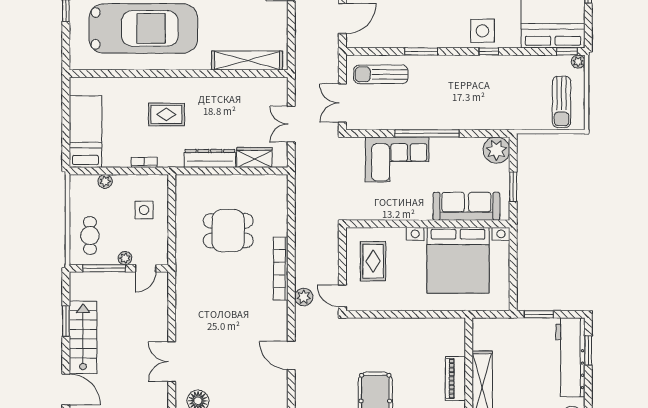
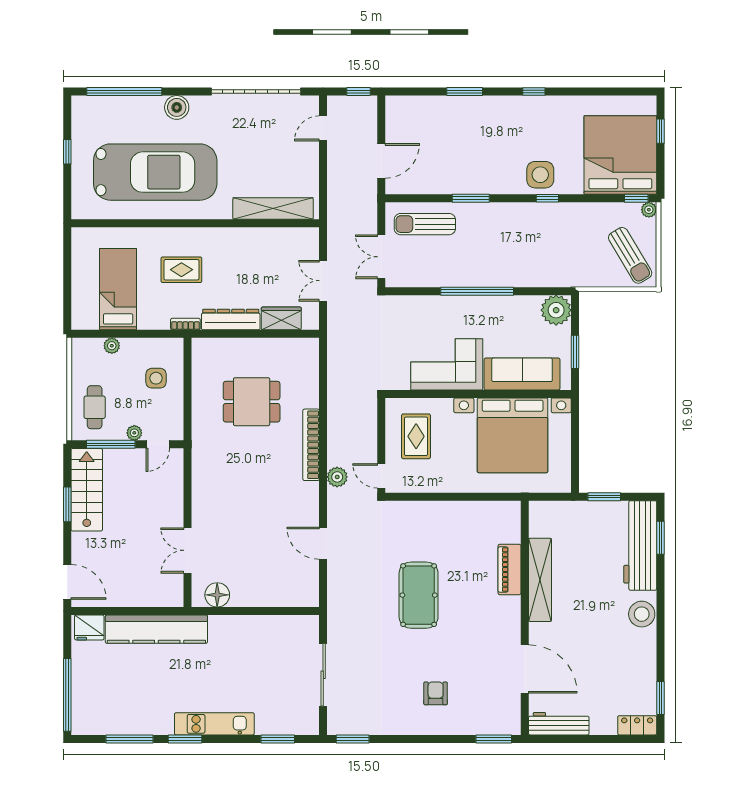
sun lounger: (562, 102) -> (630, 255), turned -31
bed: (85, 132) -> (118, 289), moved
corner sofa: (397, 159) -> (447, 364), moved, turned 180
bookcase: (144, 162) -> (185, 324), moved
stairs: (83, 337) -> (87, 490), moved

